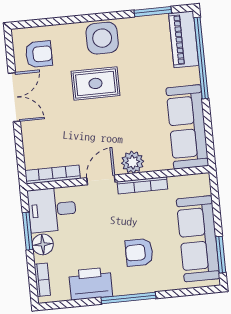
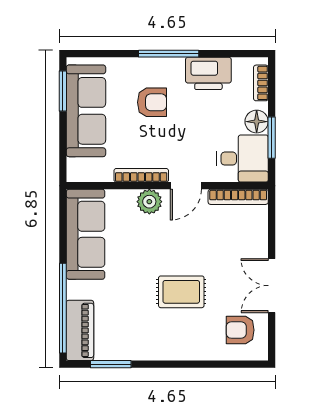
side table: (102, 38) -> (169, 341), removed

